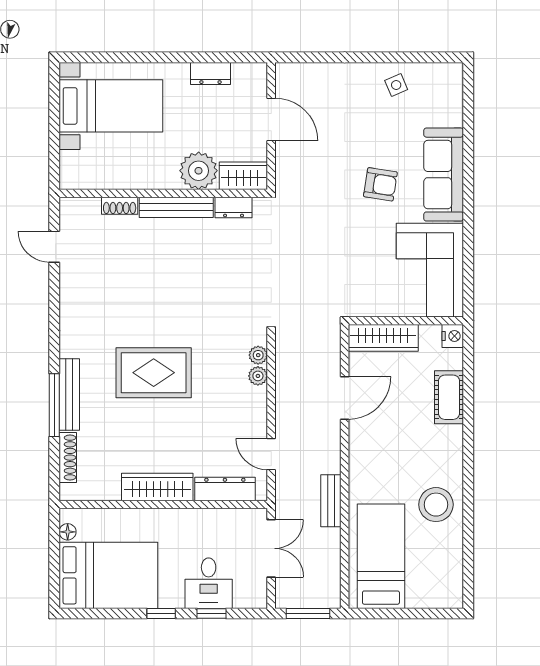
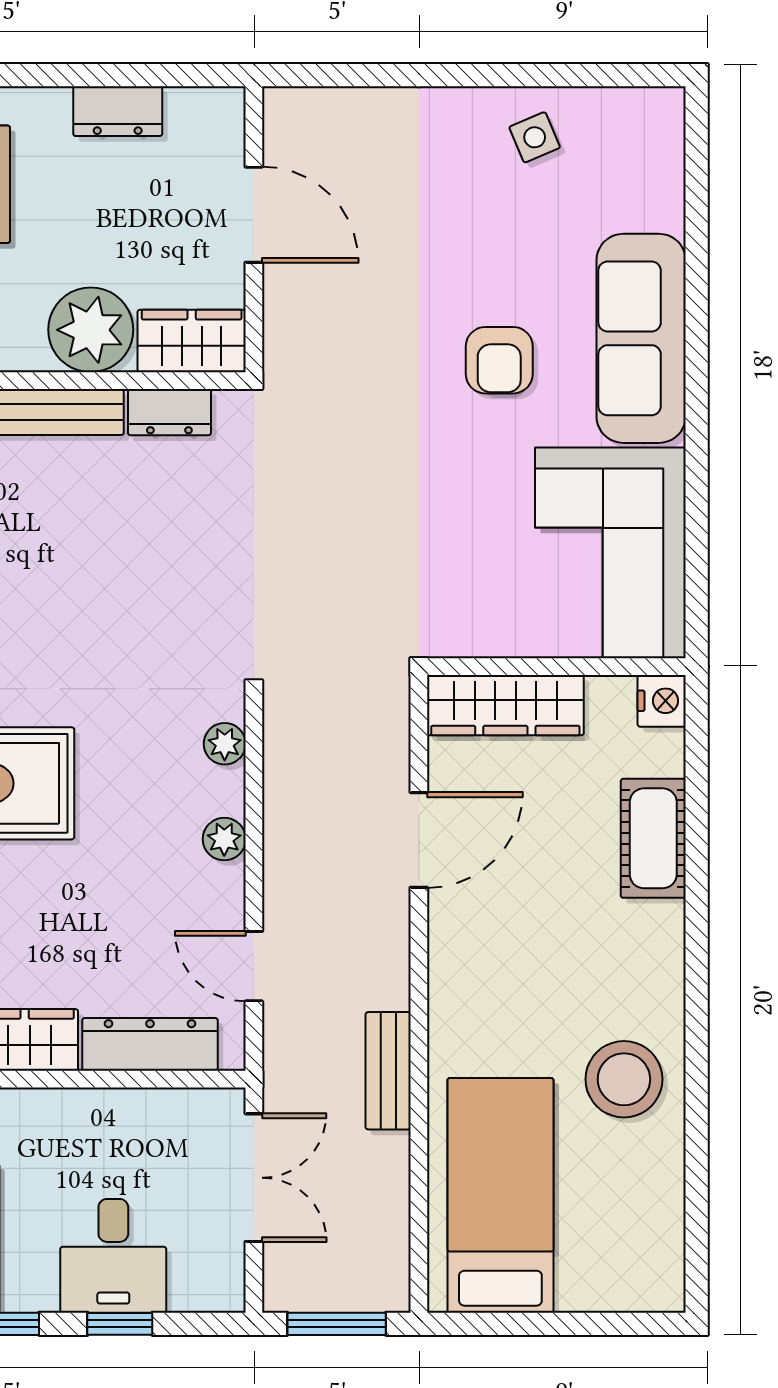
armchair: (380, 184) -> (499, 360), turned 81
plant: (258, 376) -> (224, 839), moved

